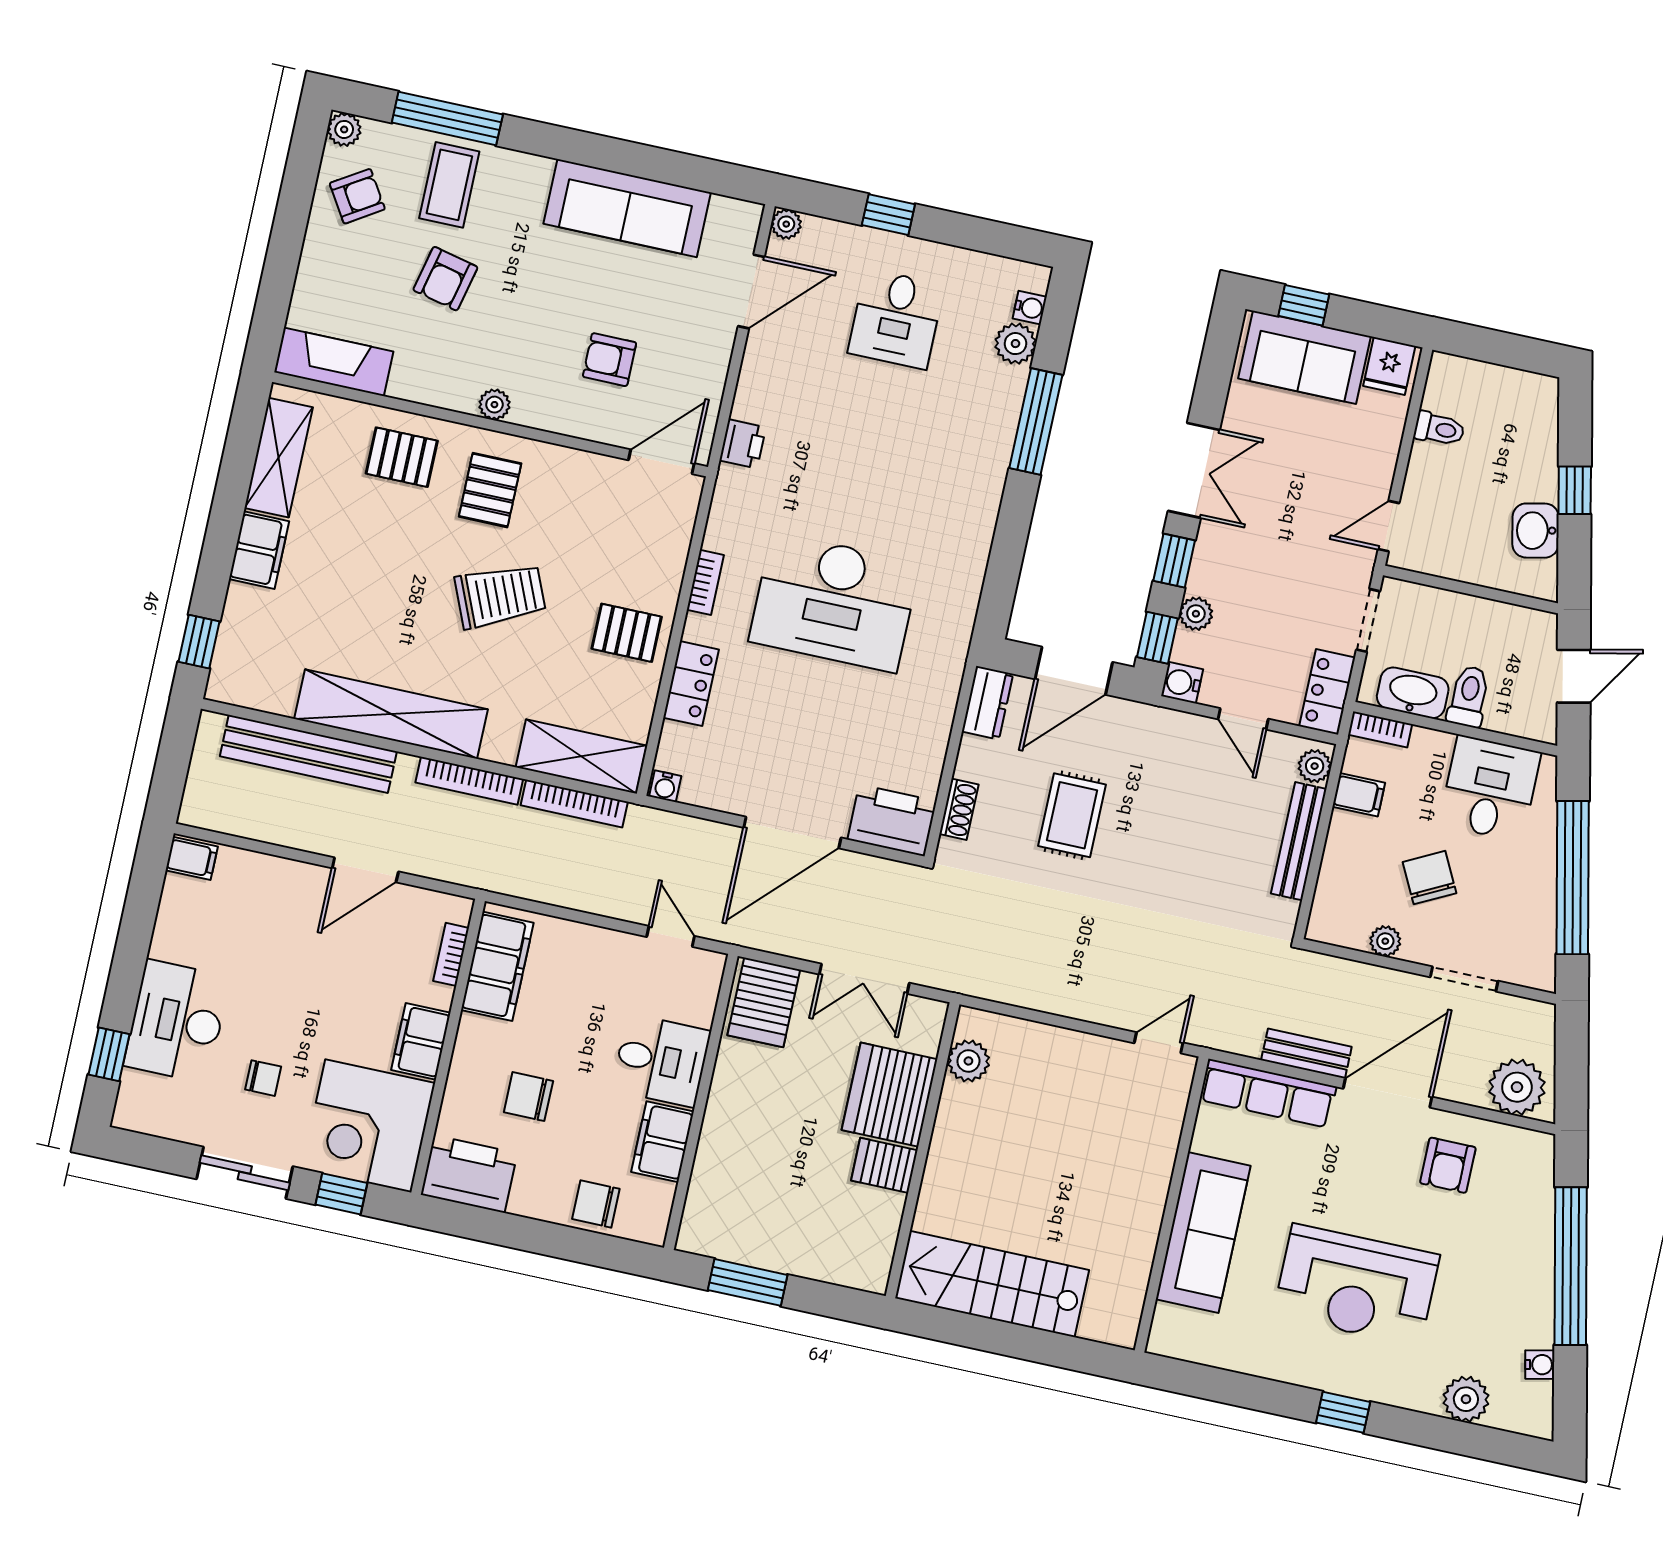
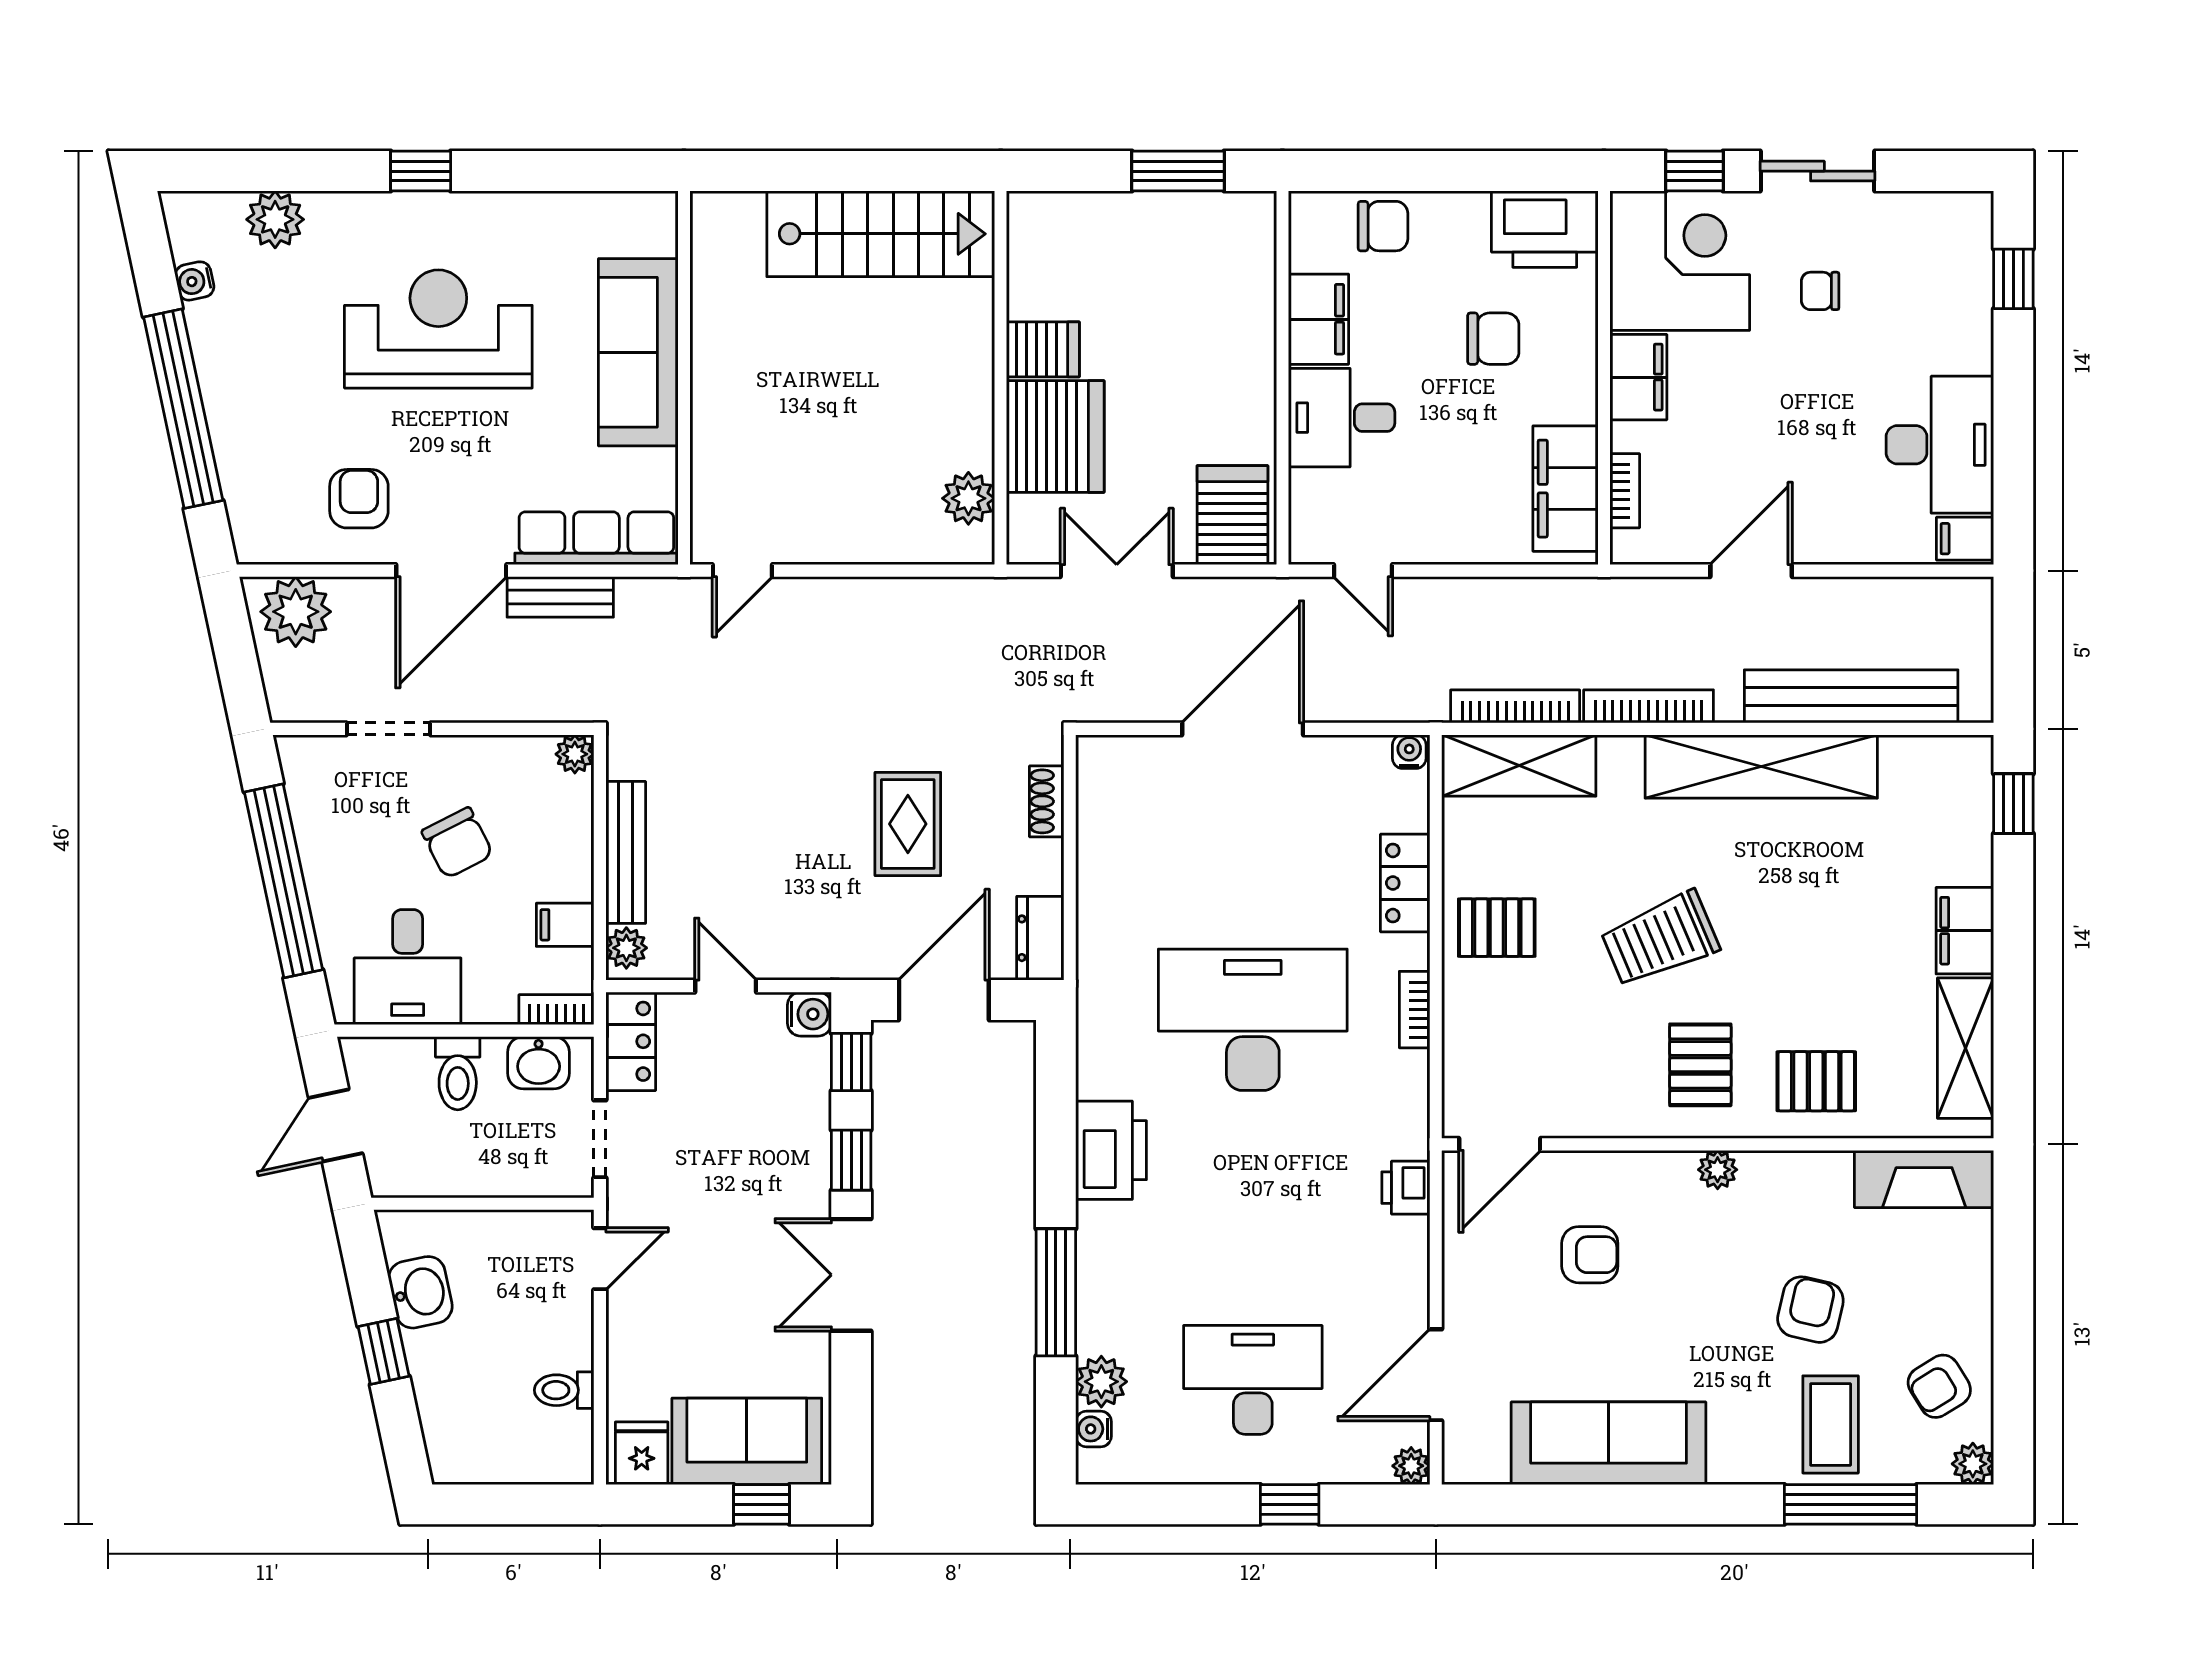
desk: (896, 319) -> (1253, 1380), width x1.37
plant: (1196, 614) -> (811, 1101), removed
washbasin: (1413, 693) -> (539, 1063), width x0.72
printer: (892, 820) -> (1111, 1150), moved, turned -90
plant: (1385, 941) -> (575, 754), moved
desk: (177, 1021) -> (1940, 445), moved

